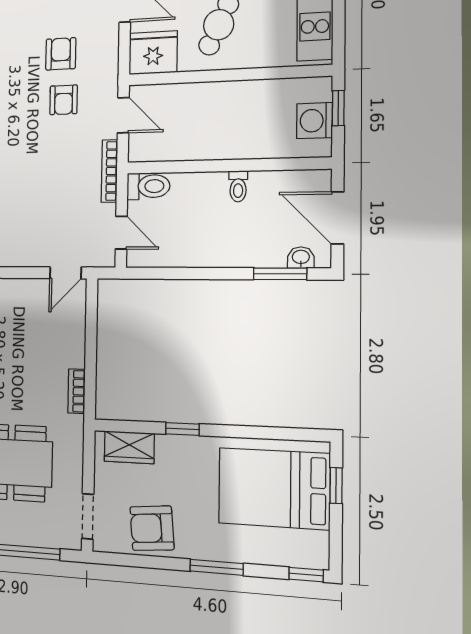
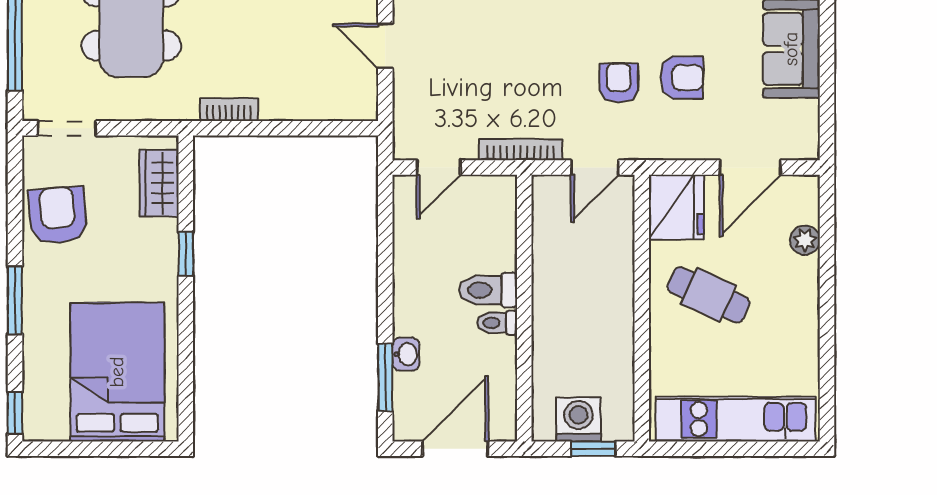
armchair: (64, 100) -> (619, 83), turned 90
toilet: (148, 186) -> (488, 290), moved, turned 90
washbasin: (301, 258) -> (406, 354), moved
door: (65, 273) -> (385, 46), moved
window: (336, 486) -> (125, 449), removed

